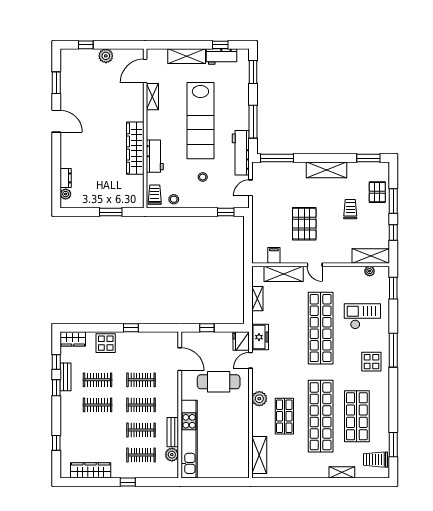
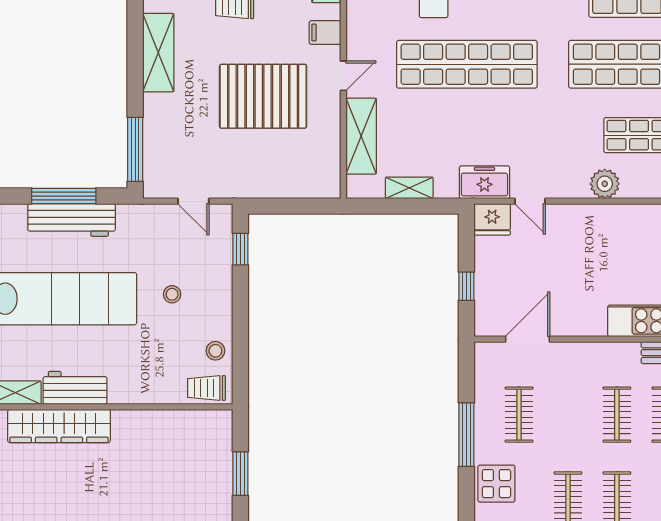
wardrobe: (135, 148) -> (59, 426), moved
workbench: (241, 153) -> (72, 220), moved
workbench: (155, 156) -> (75, 388), moved
pallet: (304, 224) -> (263, 96), width x1.37, depth x1.41
filing cabinet: (274, 255) -> (325, 33), moved
window: (131, 328) -> (466, 435), width x2.17
clothes rail: (141, 380) -> (519, 415), moved
cafe table: (219, 382) -> (572, 263), removed

